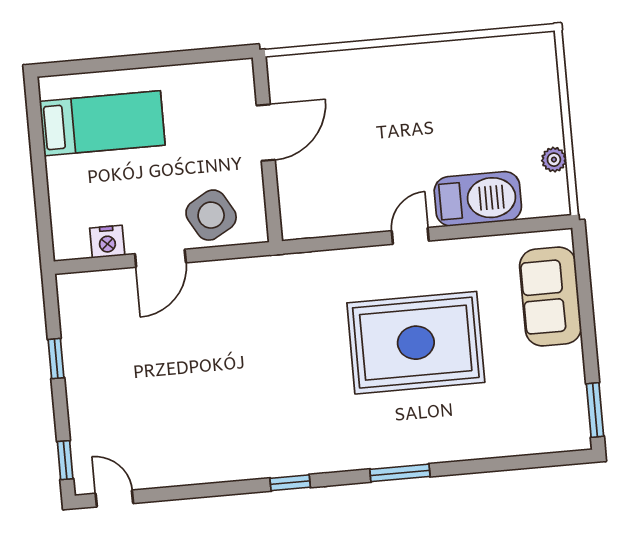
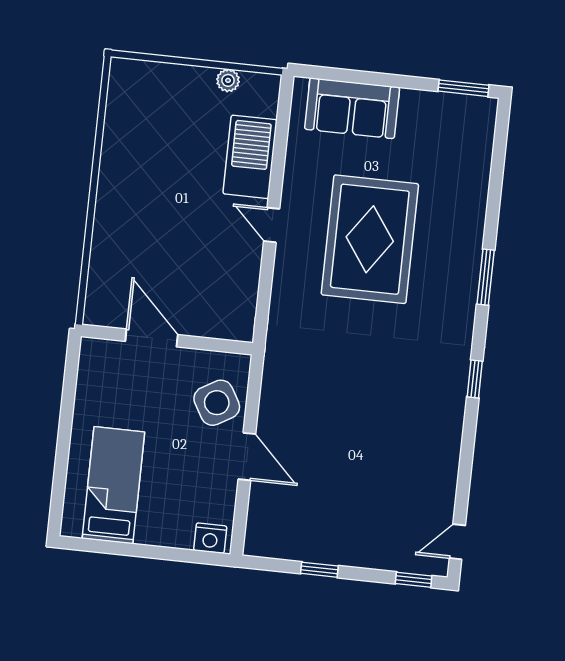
nightstand: (107, 242) -> (210, 538), moved, turned 90

